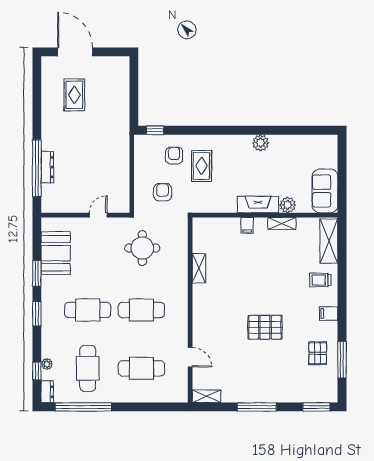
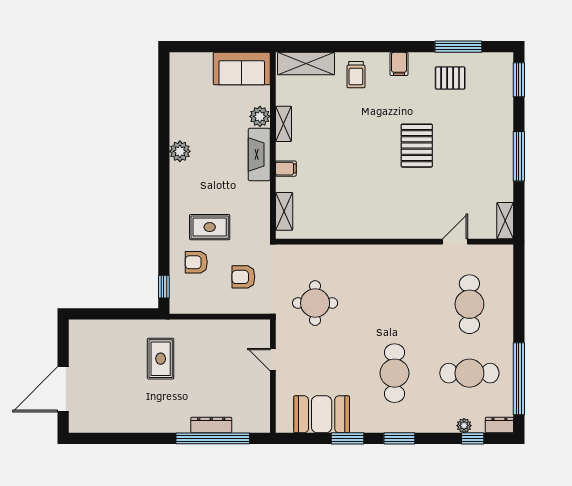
rug: (74, 95) -> (161, 359), moved, turned 90
shelving: (199, 268) -> (284, 211), moved, turned 90
cafe table: (141, 310) -> (394, 304), removed

